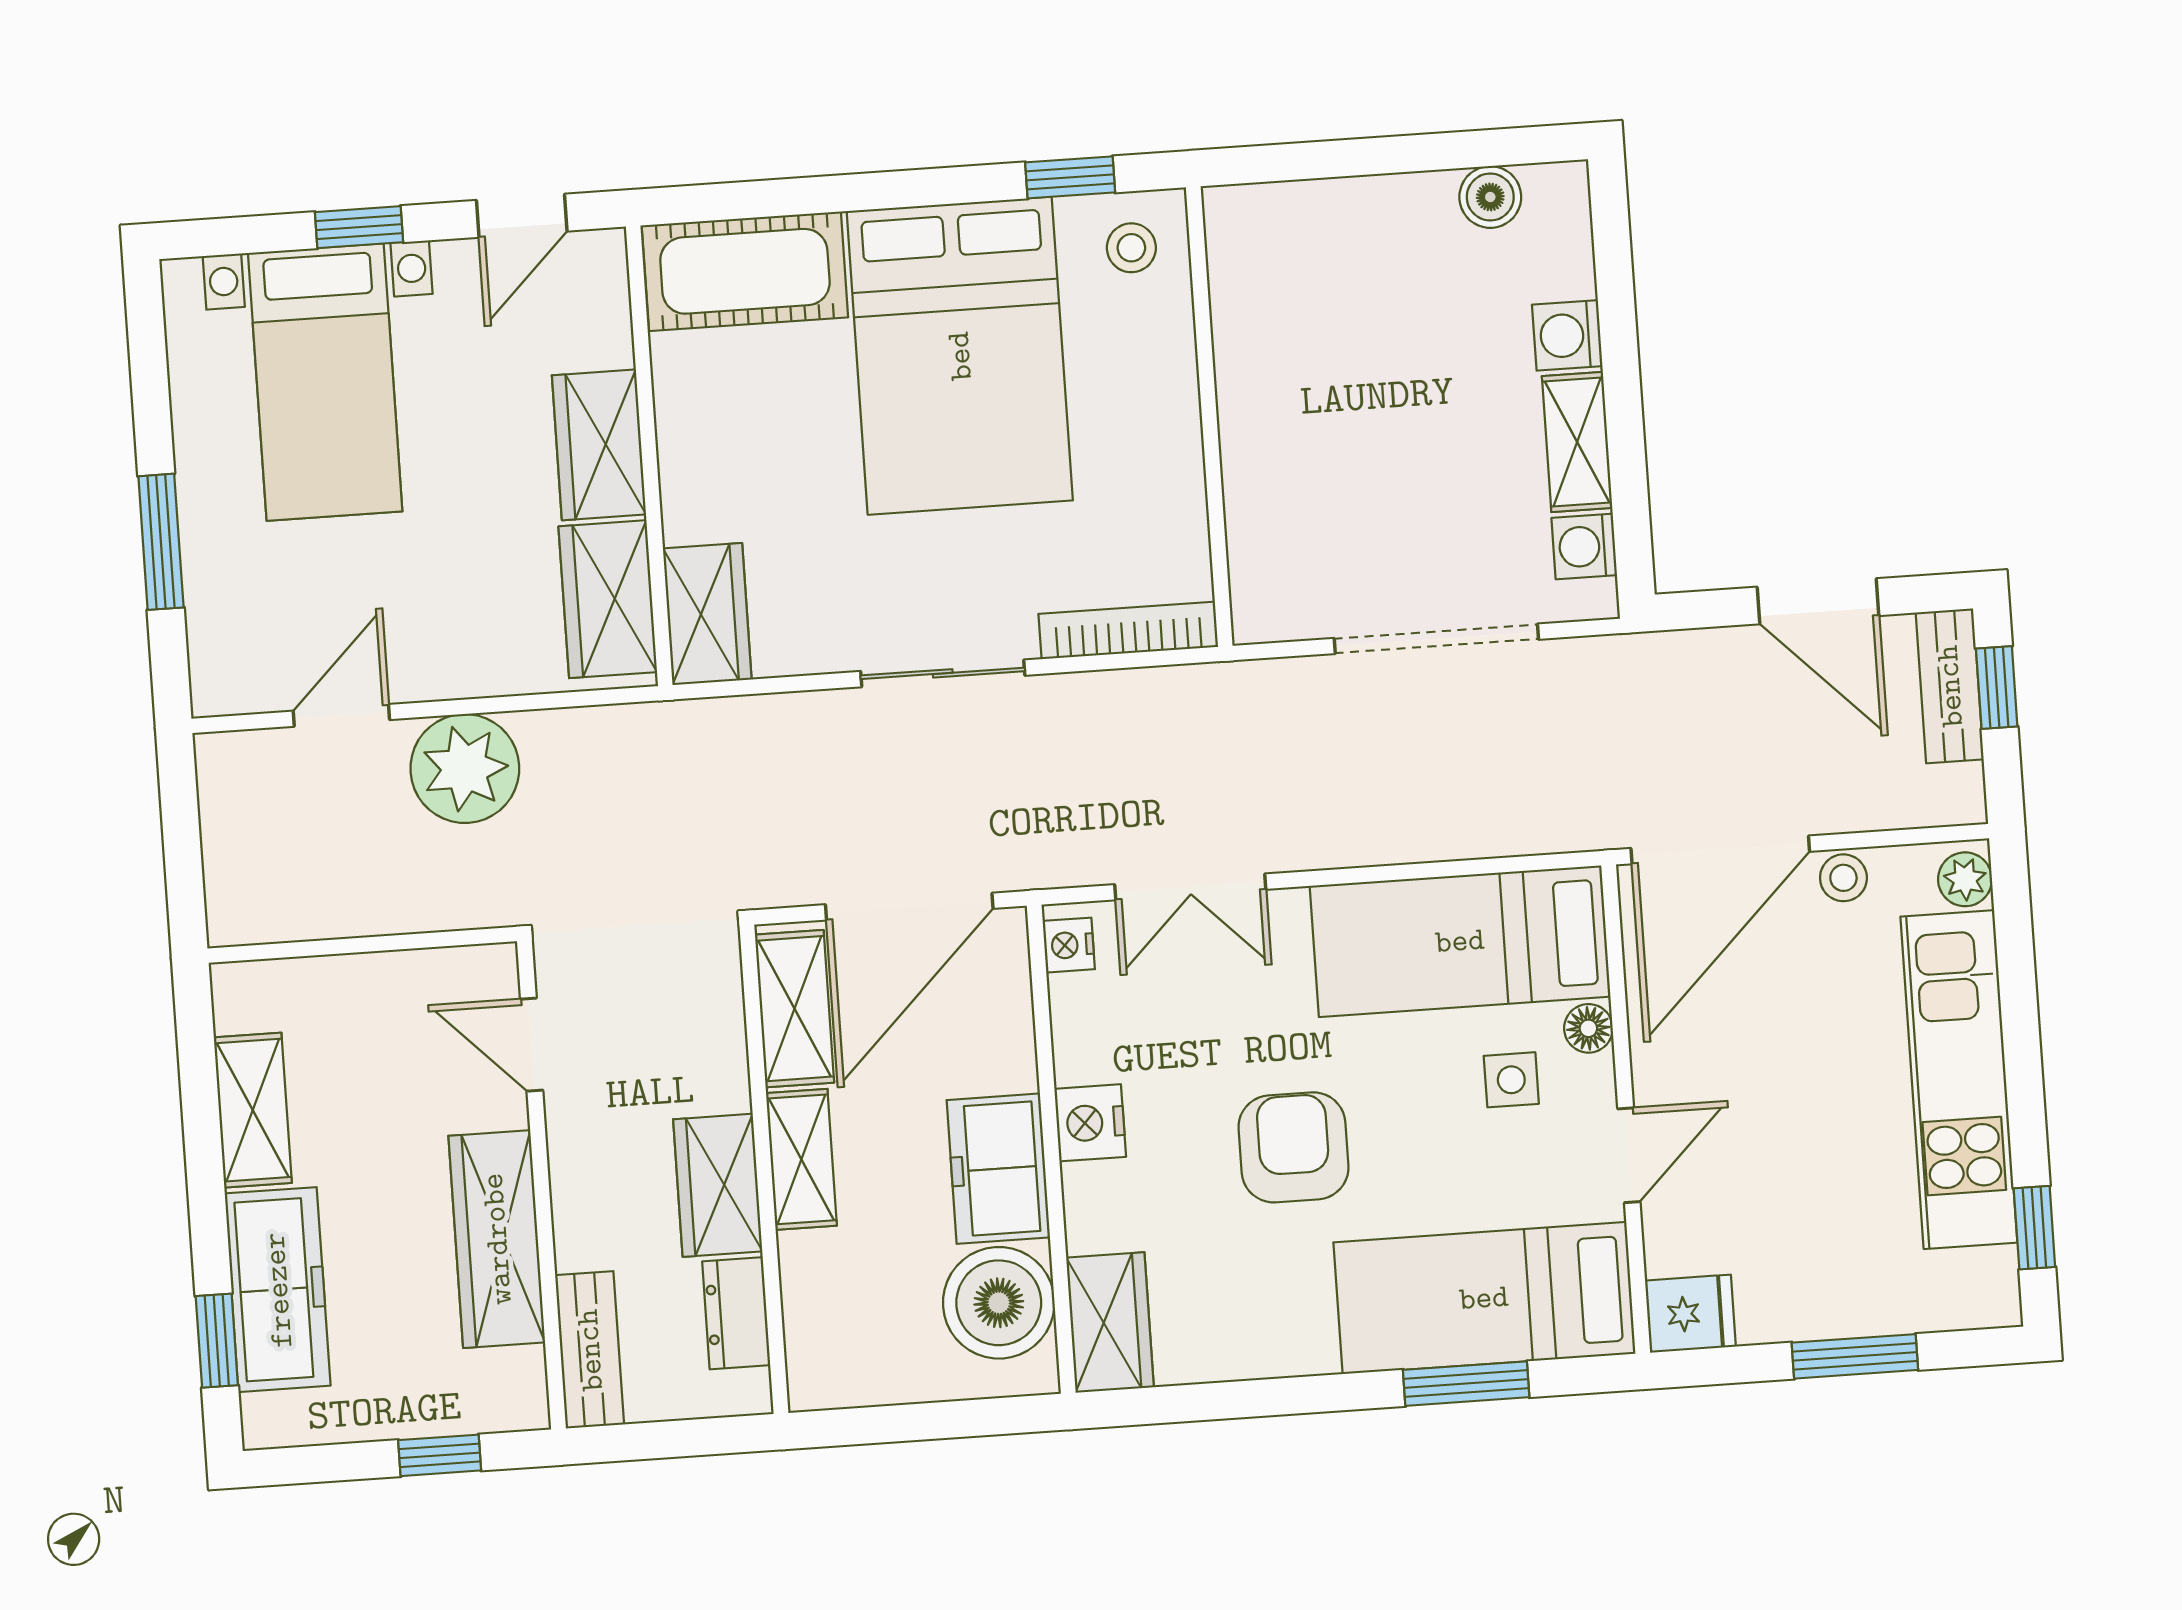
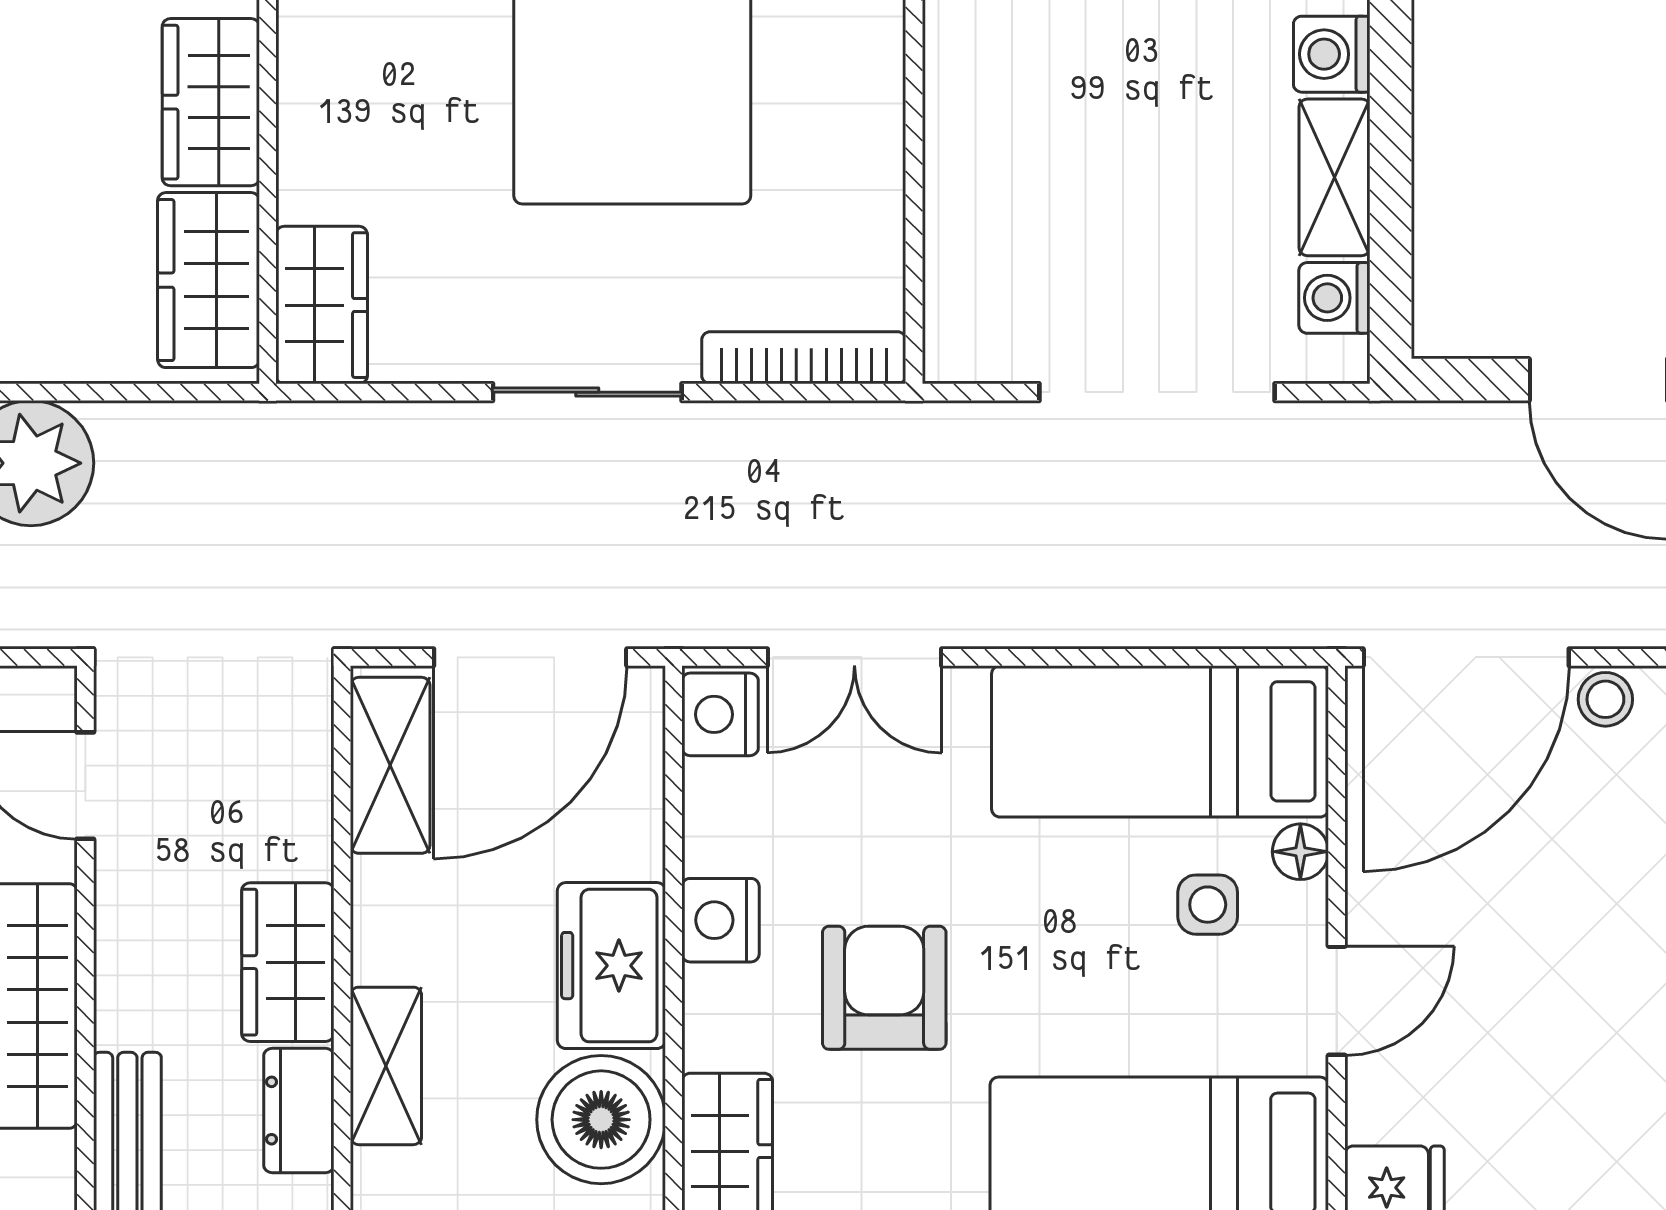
nightstand: (1069, 945) -> (720, 714), width x1.39, depth x1.35
armchair: (1293, 1147) -> (884, 988), moved
shelving: (801, 1159) -> (386, 1066), moved

